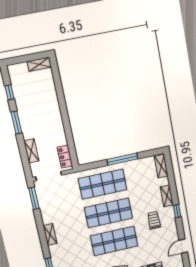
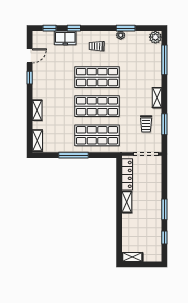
shelving: (31, 151) -> (127, 202), moved
locker: (65, 157) -> (127, 174), width x1.53
window: (34, 198) -> (164, 124), moved
window: (177, 211) -> (30, 78), moved
trolley: (154, 220) -> (146, 124), moved

